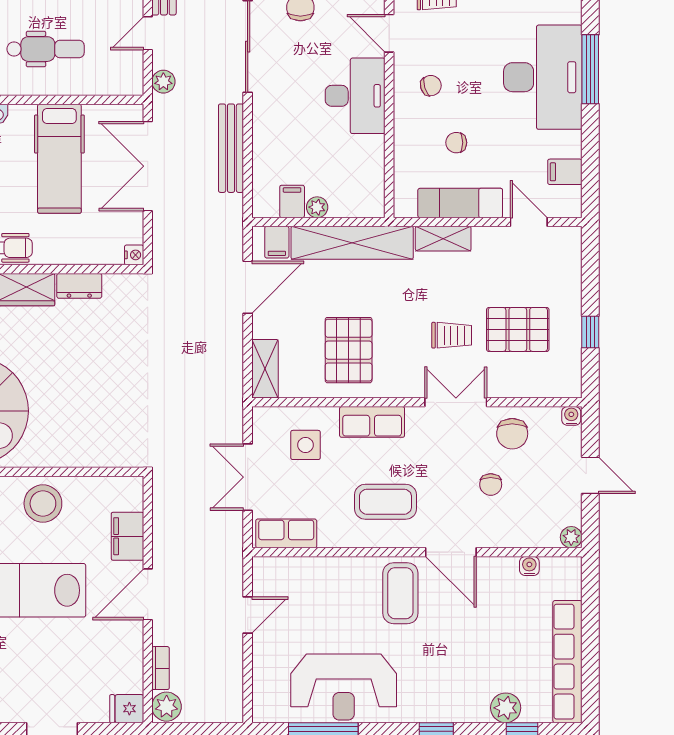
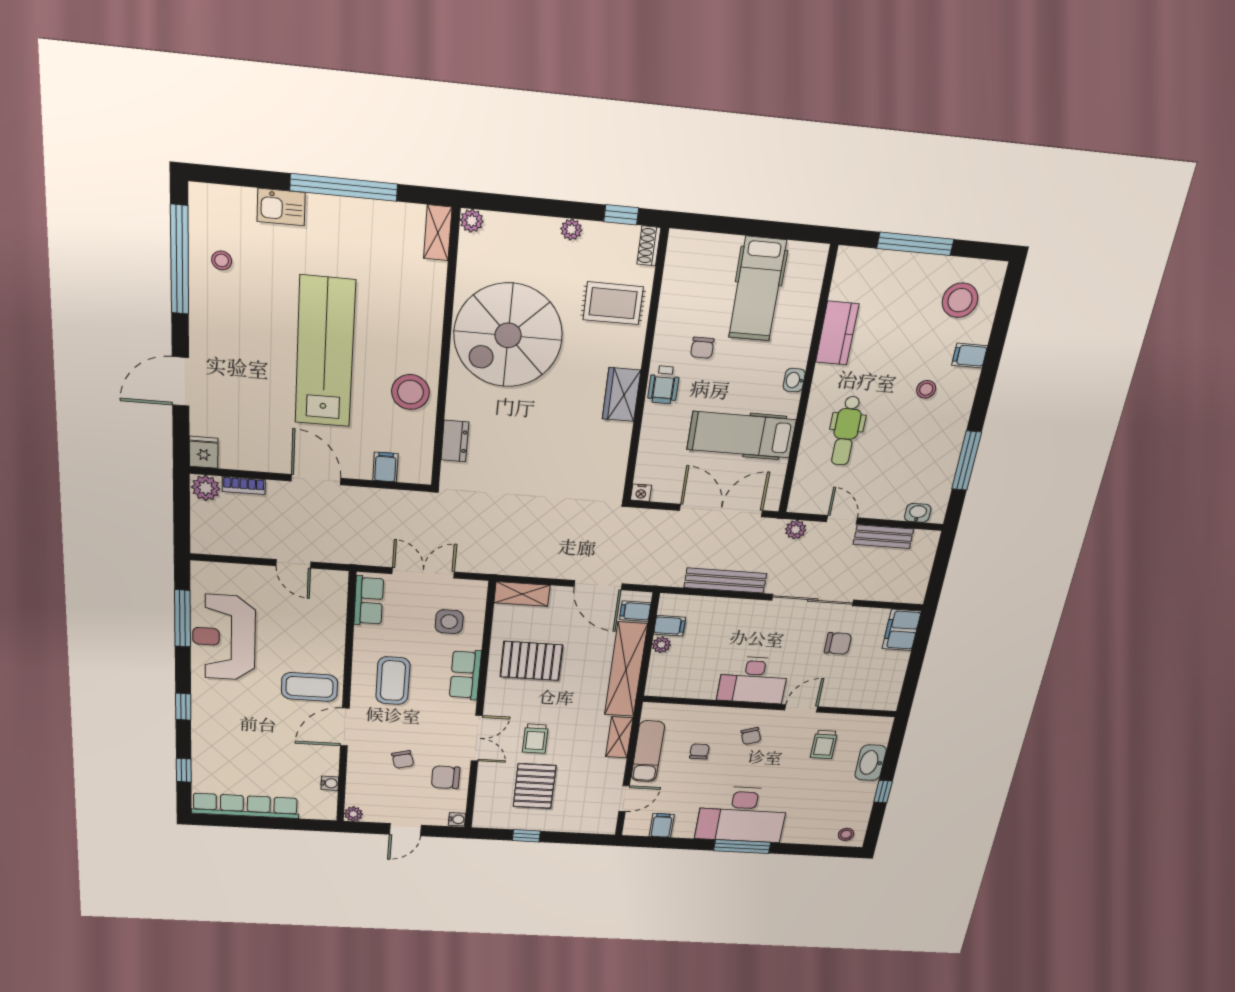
dresser: (79, 286) -> (455, 441), moved, turned 180
chair: (491, 484) -> (403, 760), turned -105
filing cabinet: (127, 536) -> (385, 467), width x0.50
plant: (506, 708) -> (205, 759), removed

